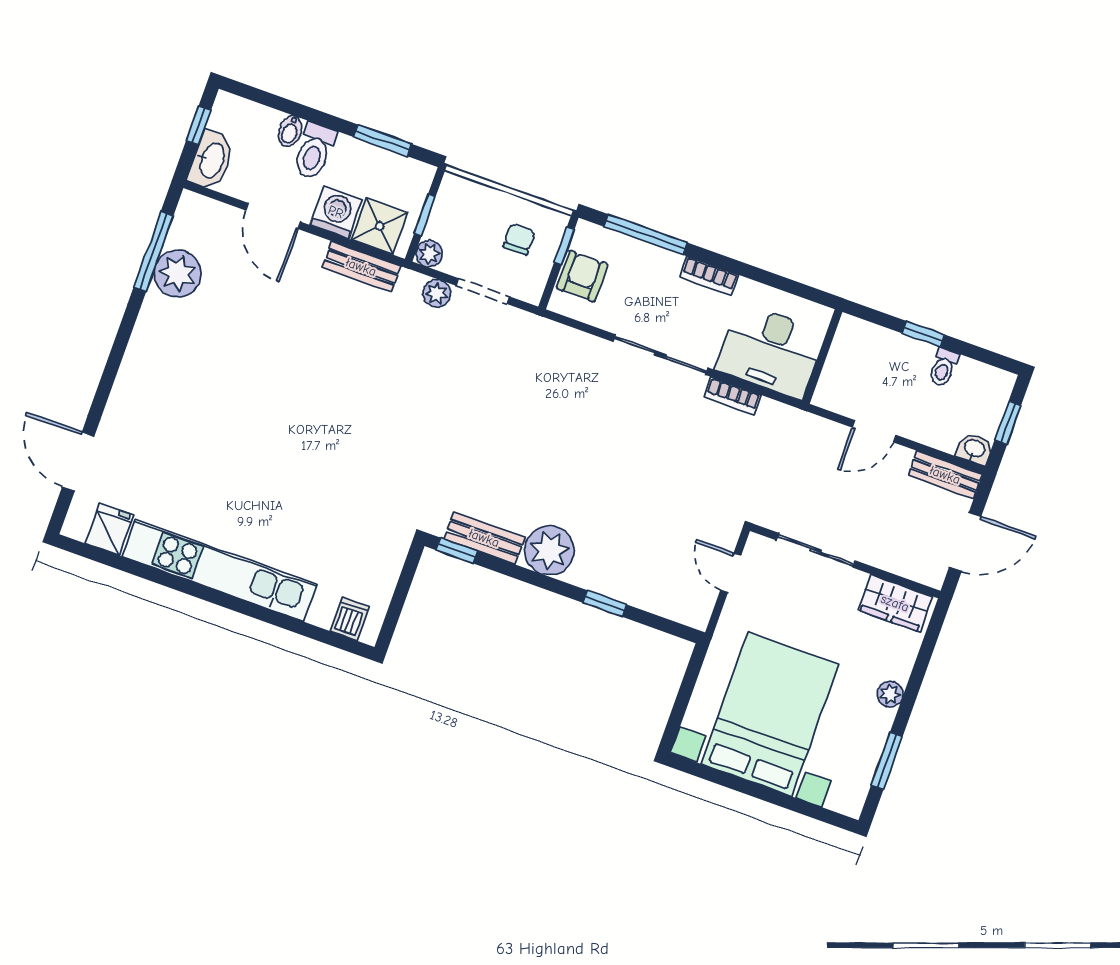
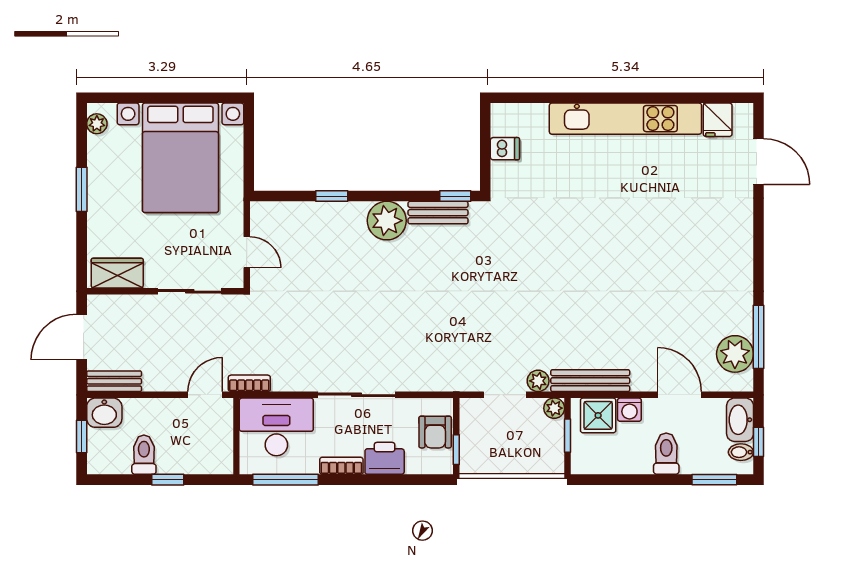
bidet: (290, 131) -> (741, 452), moved, turned -90
window: (383, 140) -> (714, 480), moved
washing machine: (336, 212) -> (629, 410), width x0.73, depth x0.73
window: (645, 234) -> (286, 480), moved
chair: (519, 239) -> (492, 443), removed
printer: (654, 266) -> (385, 458), added
bench: (361, 267) -> (590, 381), width x1.36
plant: (177, 273) -> (735, 354), moved
toilet: (943, 367) -> (144, 455), width x1.37, depth x1.39
bookcase: (733, 396) -> (249, 383), moved
door: (874, 431) -> (205, 395), moved
washbasin: (974, 449) -> (104, 413), width x1.38, depth x1.45
dishwasher: (350, 619) -> (505, 149), moved, turned -90
plant: (890, 694) -> (97, 124), moved
window: (887, 761) -> (82, 189), moved

